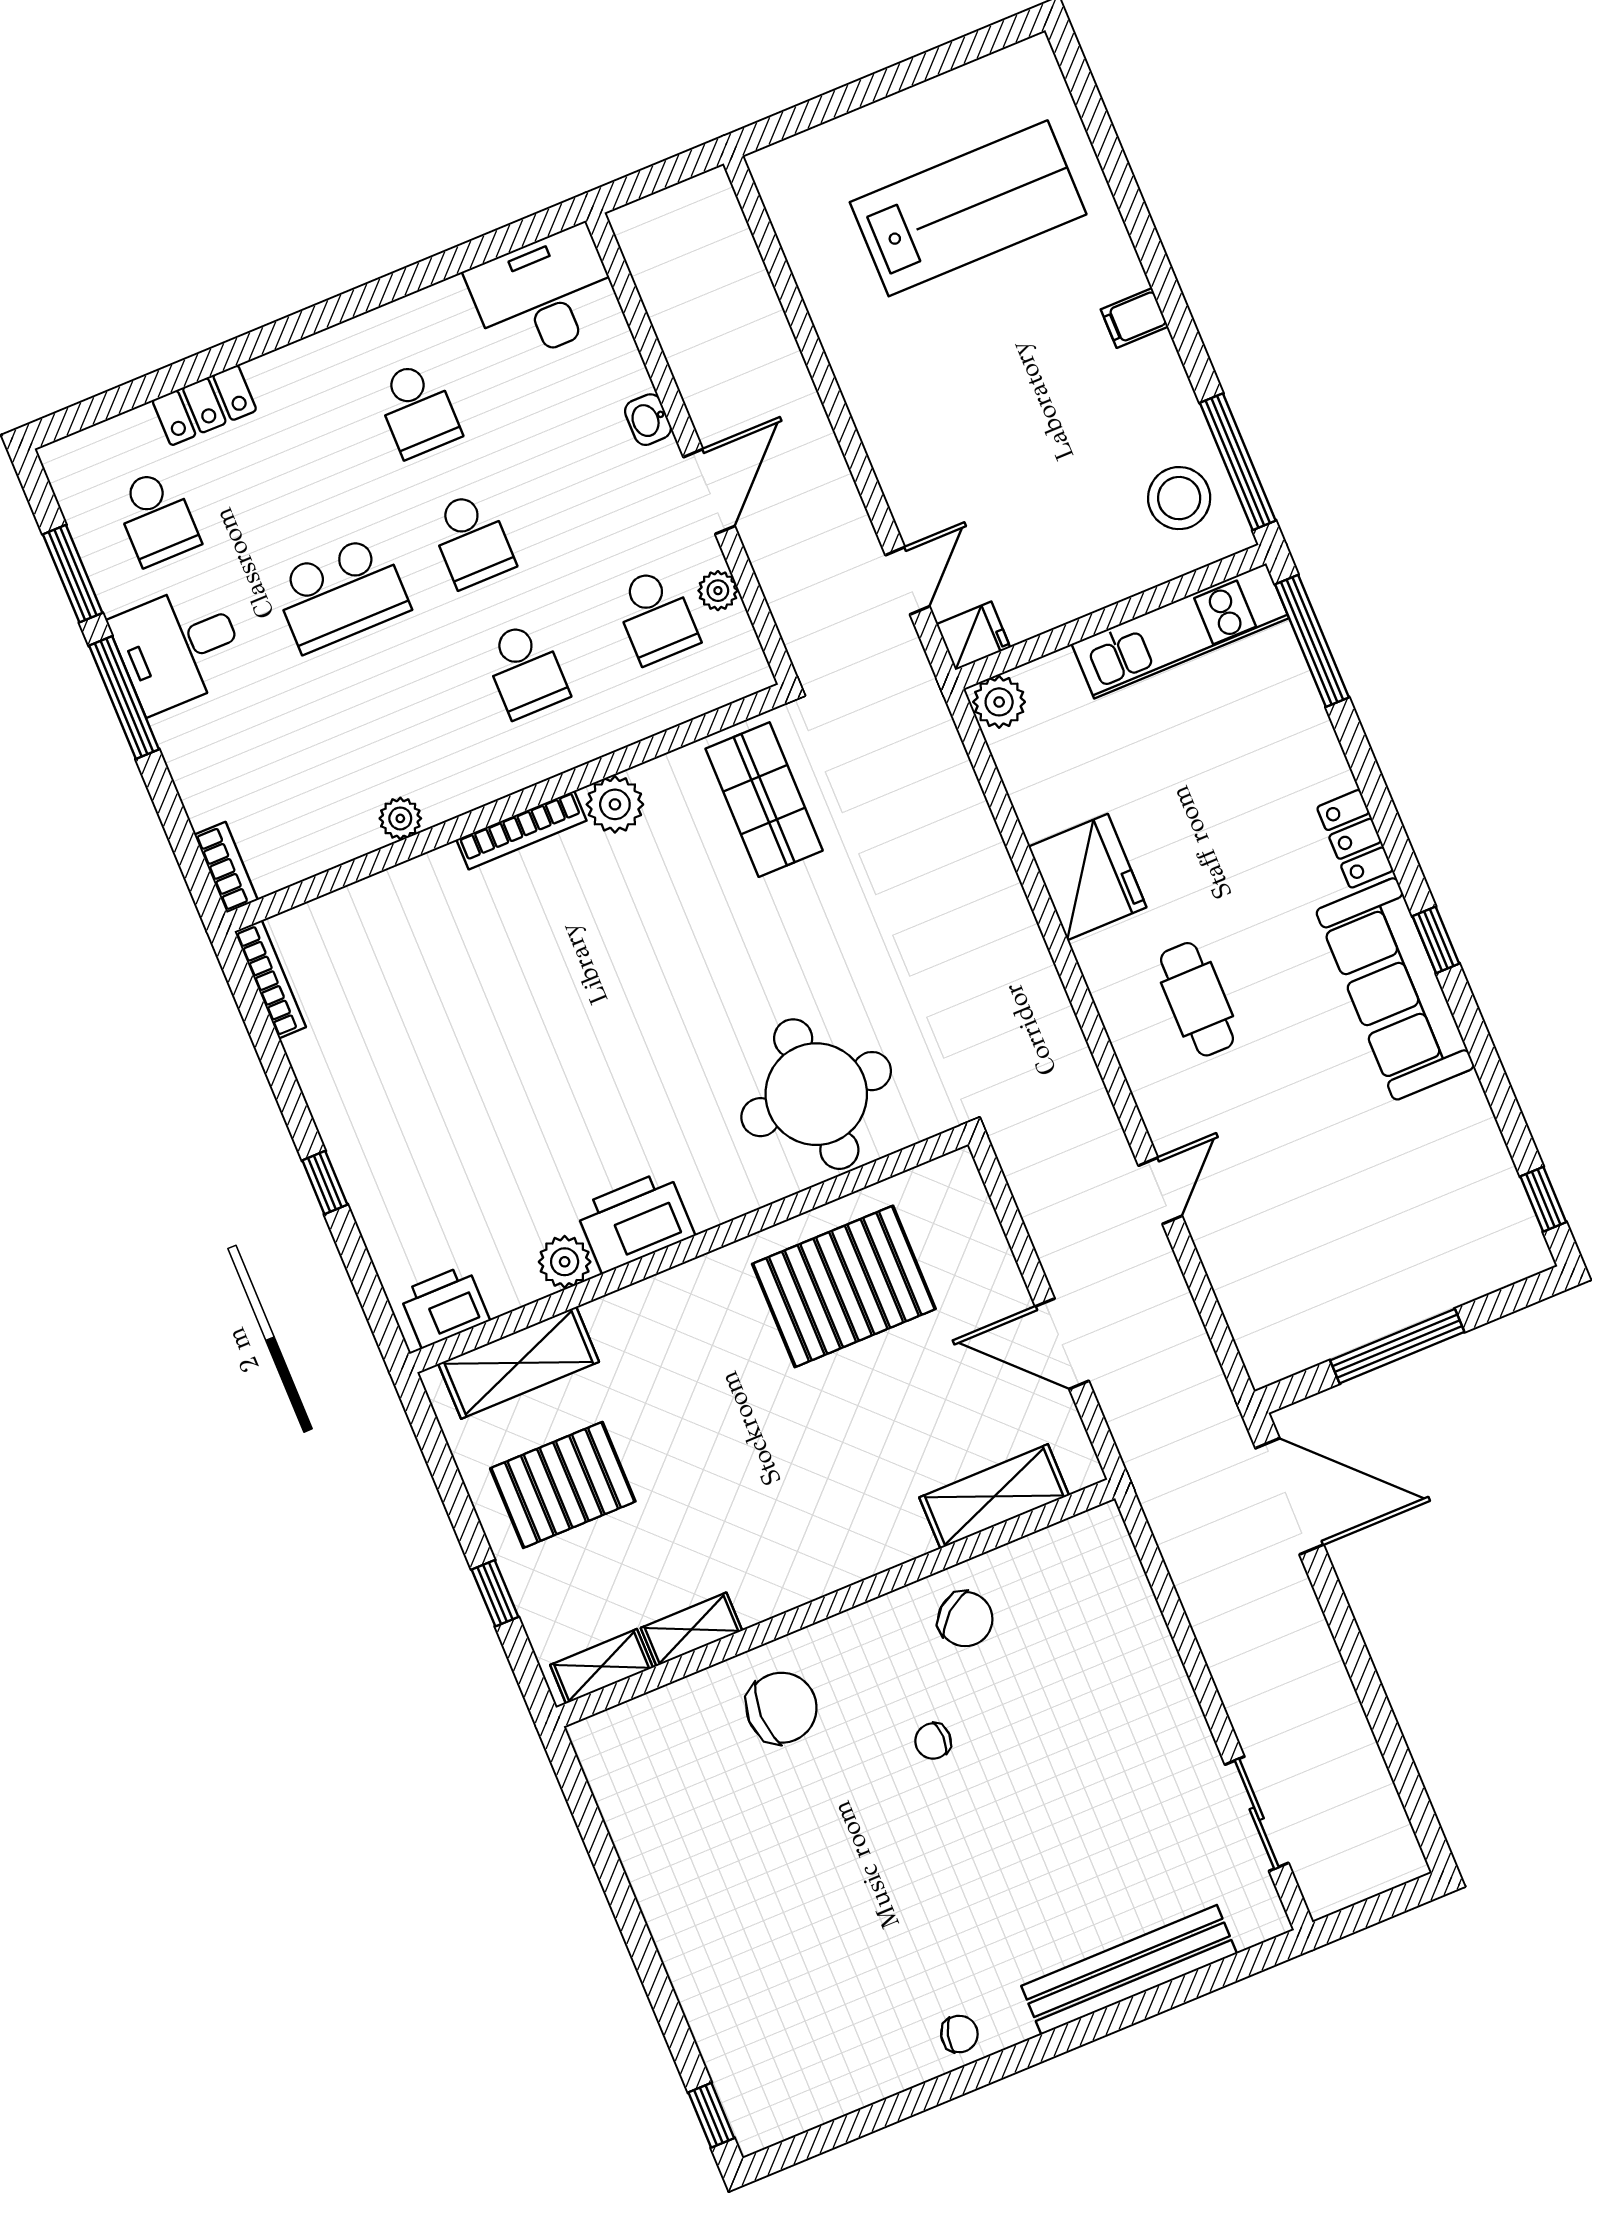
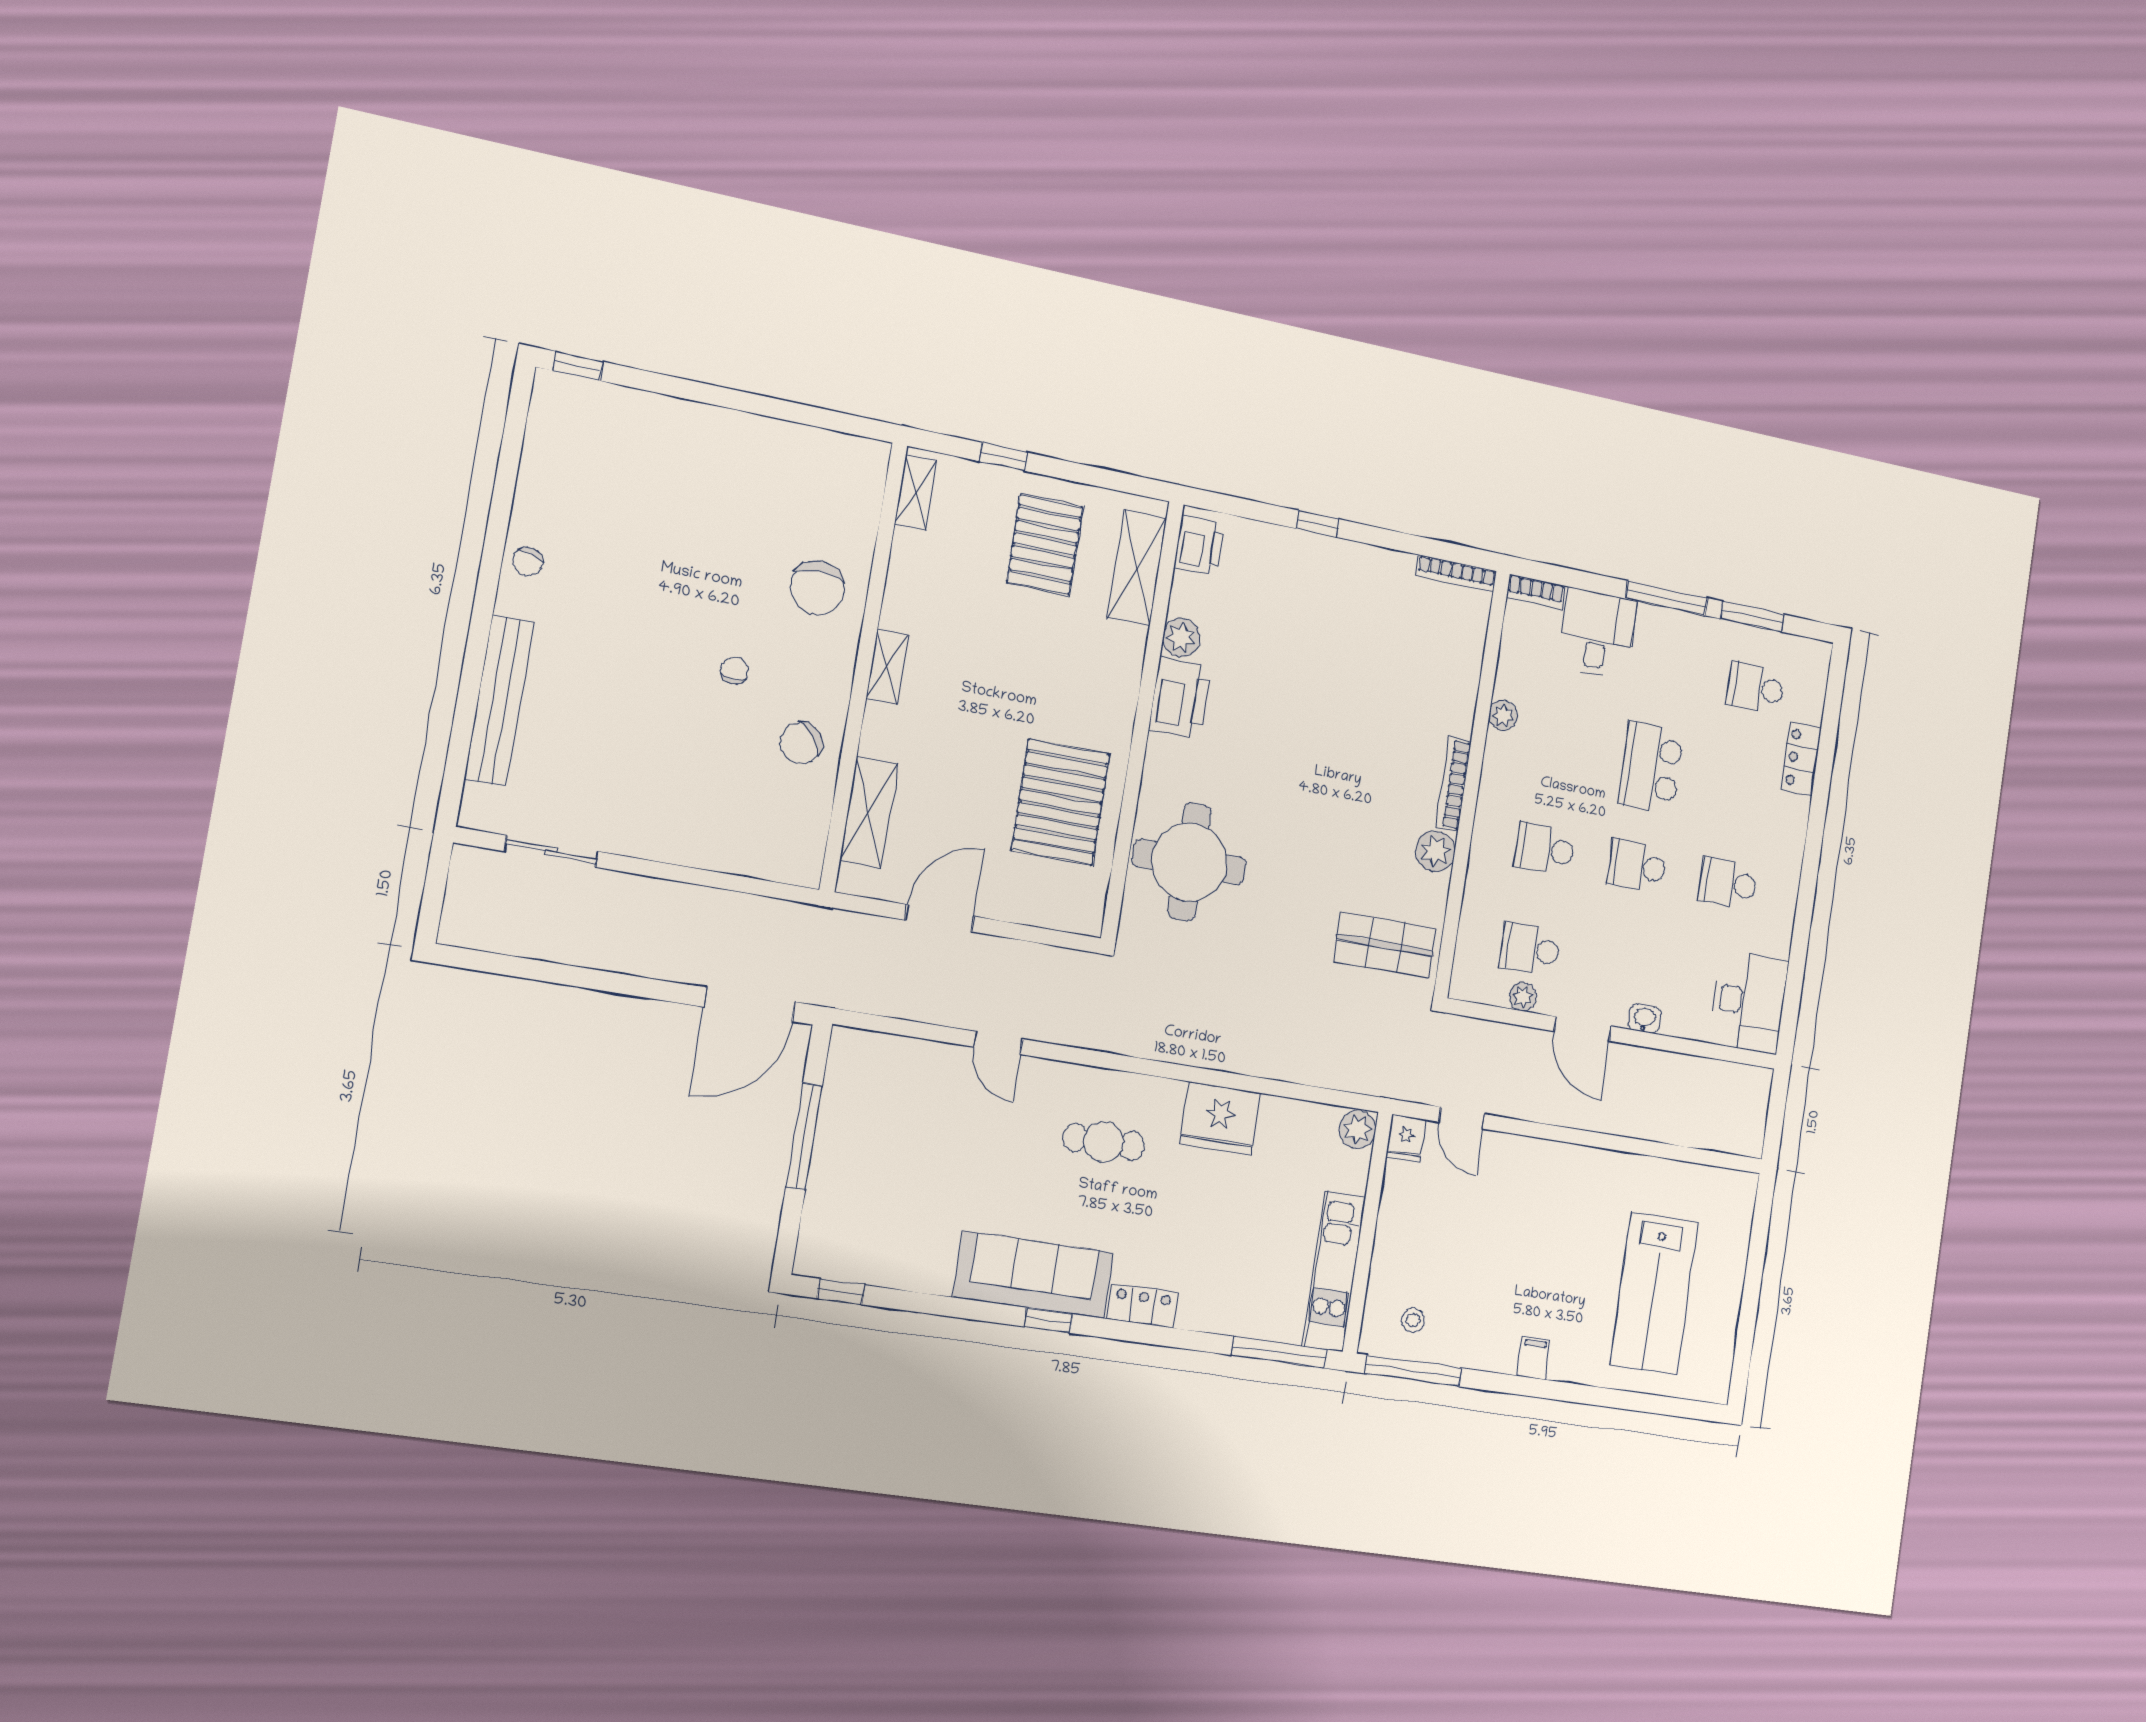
stool: (1179, 498) -> (1413, 1320), width x0.53, depth x0.53
desk: (179, 647) -> (1597, 634), moved
shelving: (691, 1629) -> (887, 666), moved

